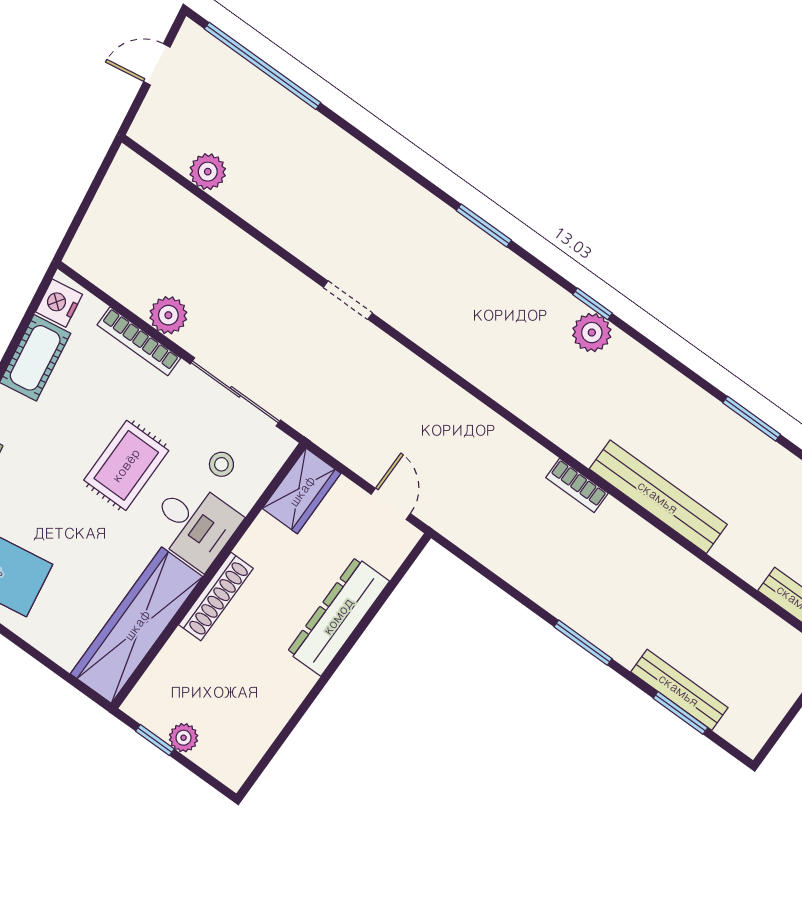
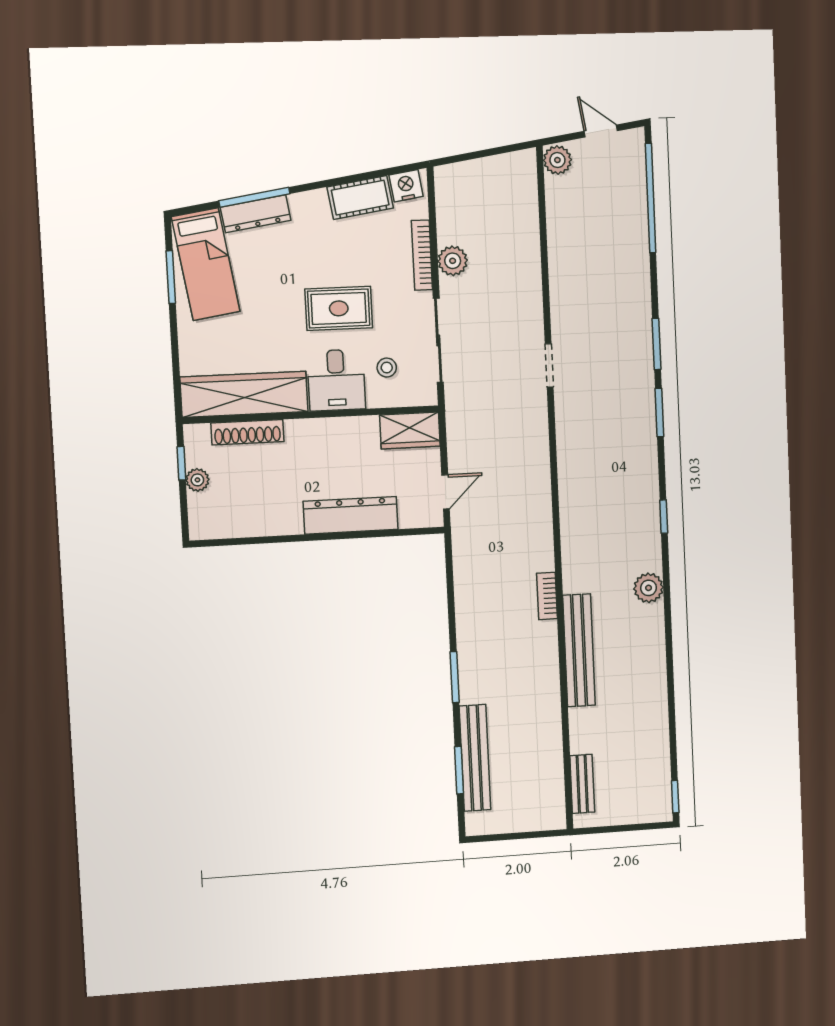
plant: (208, 172) -> (557, 160), moved
plant: (592, 333) -> (649, 588), moved
window: (752, 419) -> (657, 344), moved
shoe rack: (216, 596) -> (247, 432), moved
bench: (679, 690) -> (475, 758), width x1.37, depth x1.21

